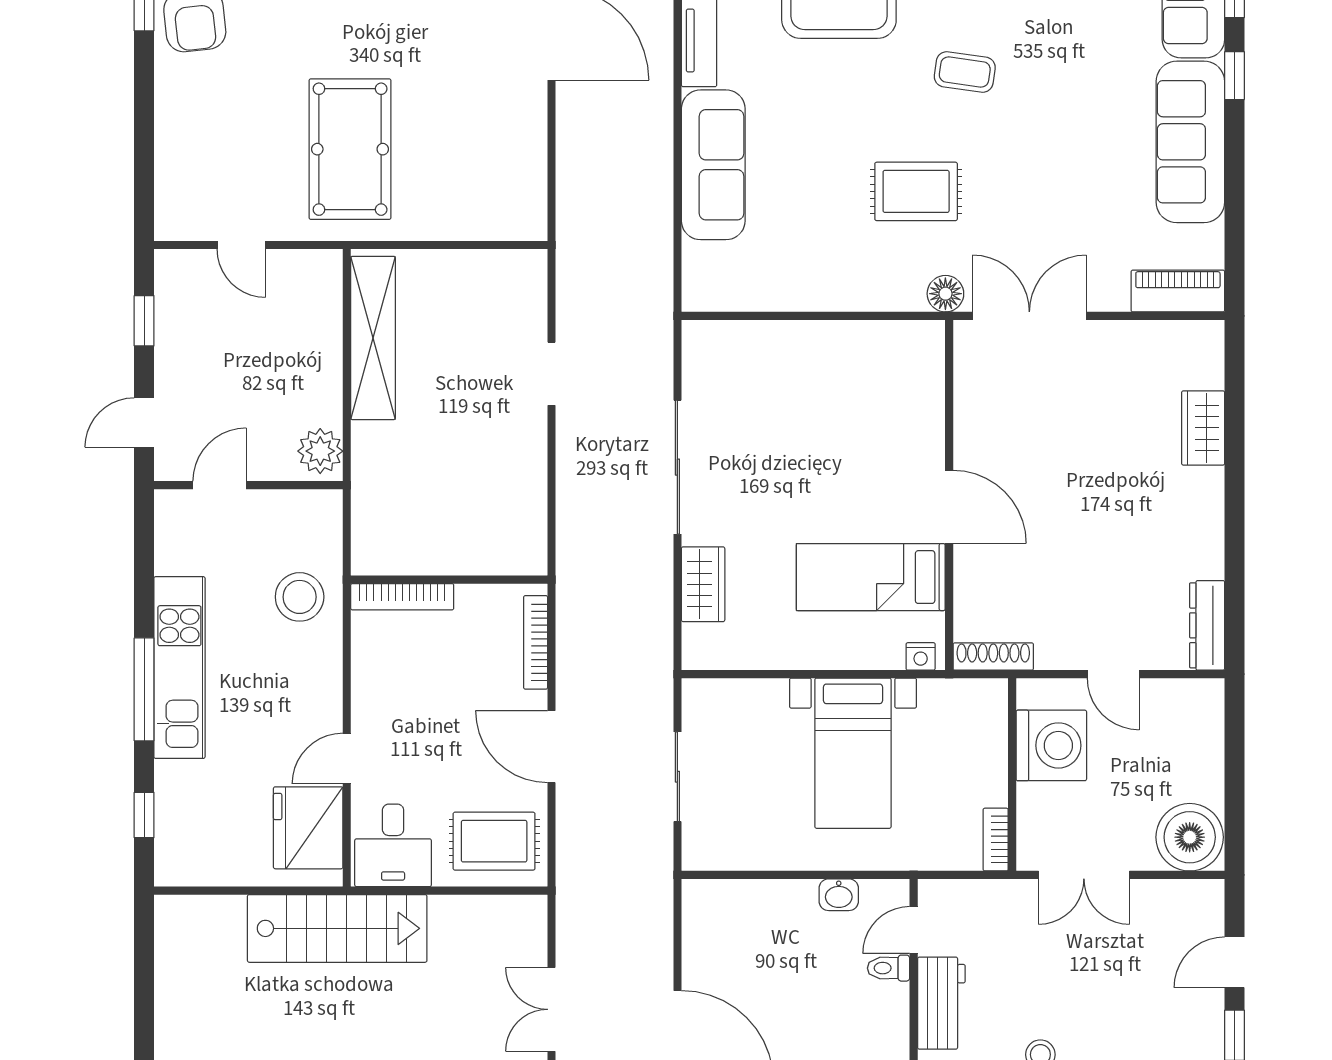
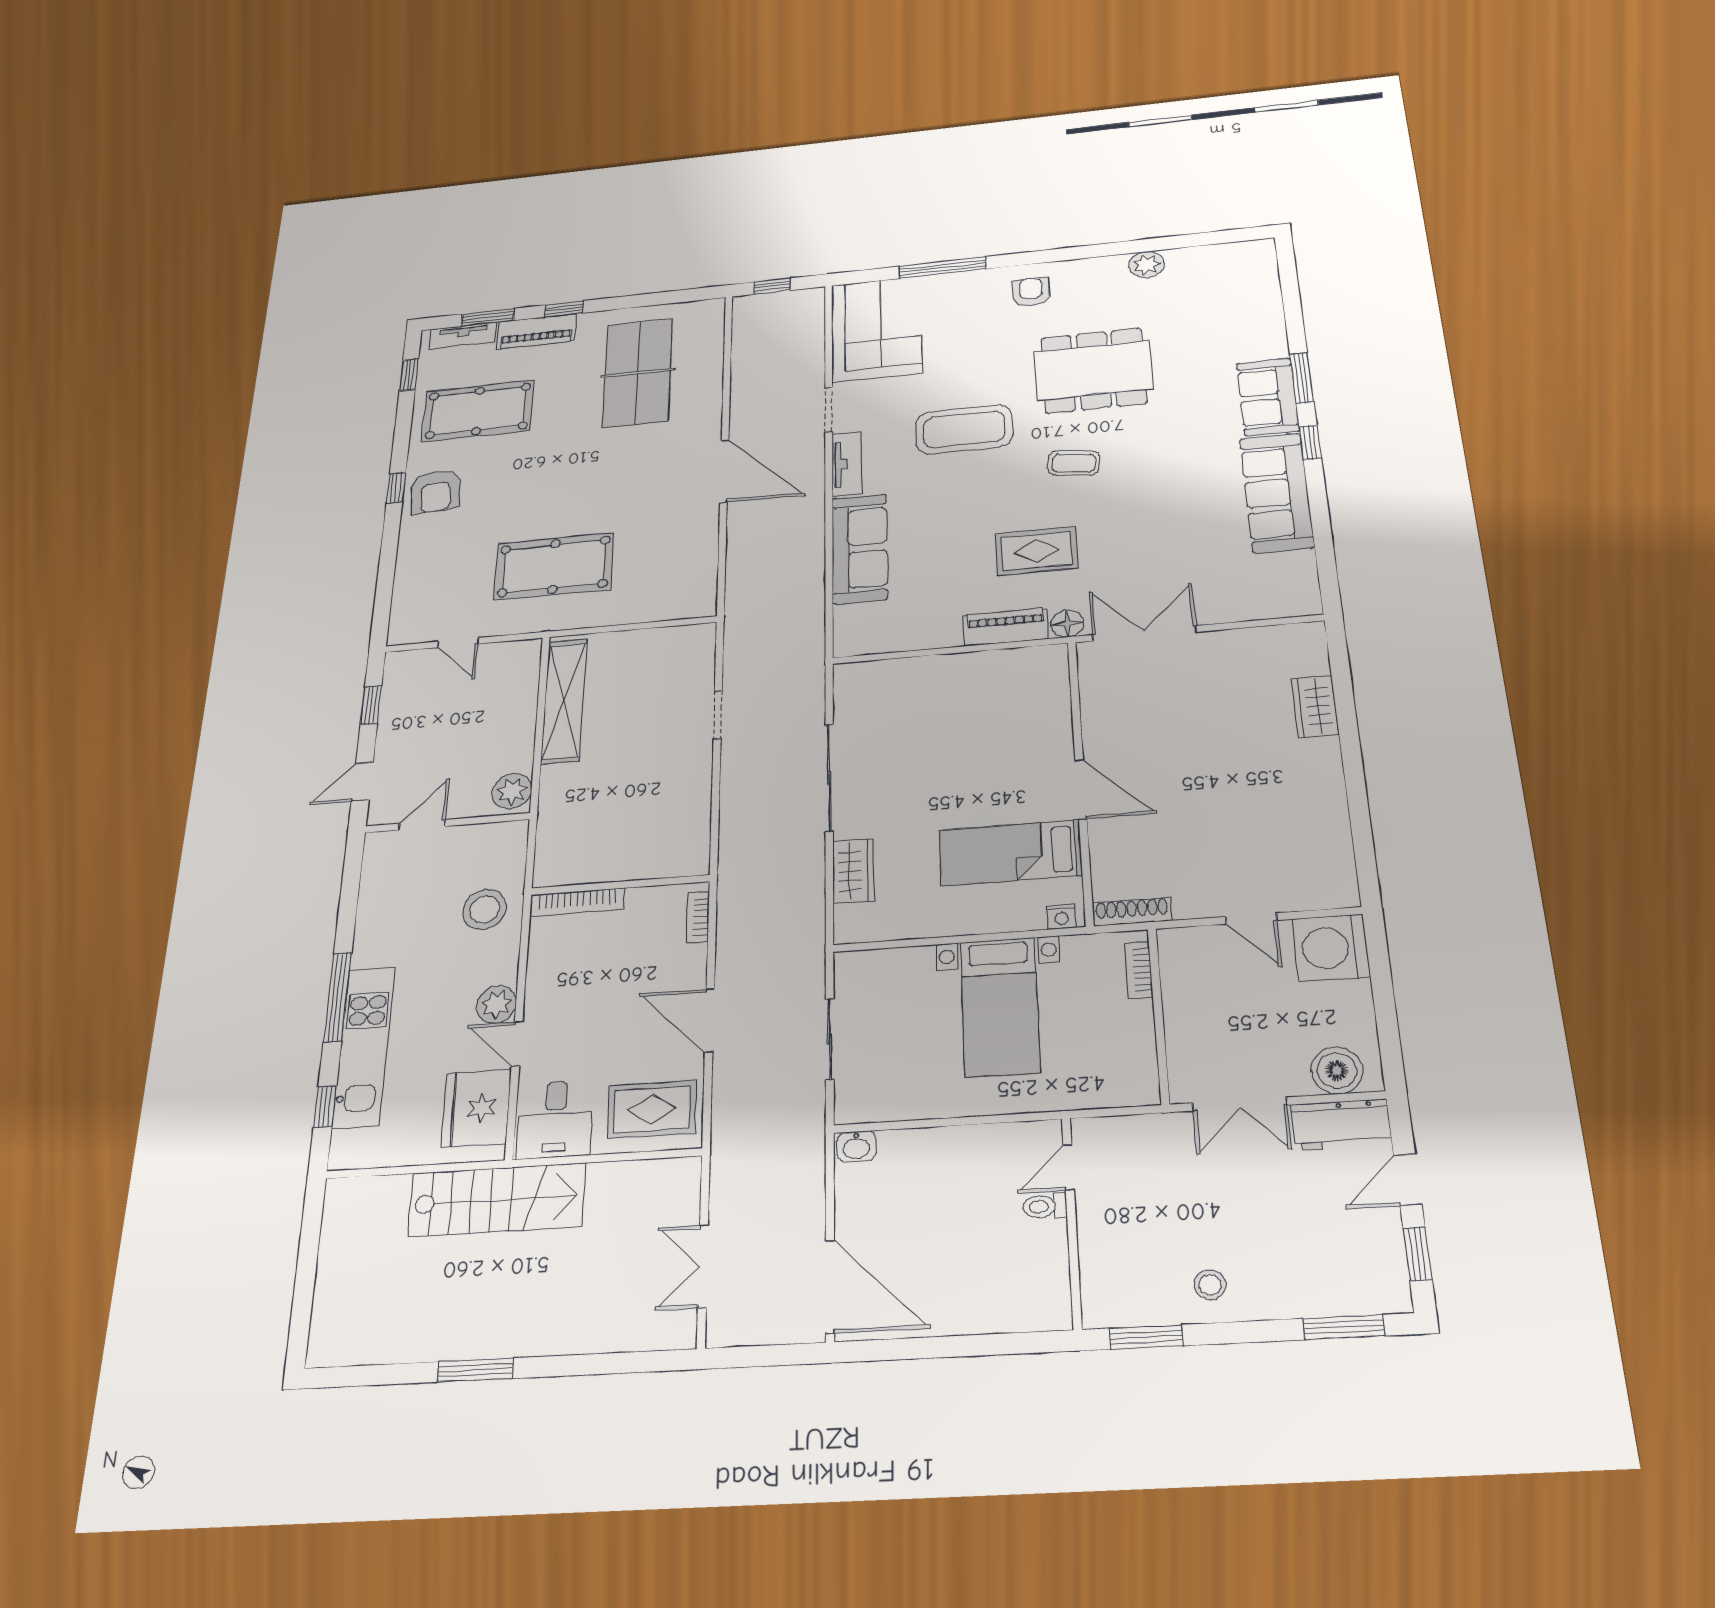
pool table: (350, 149) -> (554, 566), turned 90
piano: (1178, 291) -> (1006, 627), moved
dresser: (1207, 625) -> (1339, 869), removed
bookcase: (536, 642) -> (698, 917), width x0.64
kitchen unit: (179, 668) -> (364, 1047), moved
plant: (321, 711) -> (497, 1004), added
washing machine: (1051, 745) -> (1331, 948), moved, turned 180
door: (347, 758) -> (517, 1044), hinge flipped
boiler: (1190, 837) -> (1337, 1071), width x0.73, depth x0.73
bookcase: (996, 840) -> (1139, 970), moved
washbasin: (839, 895) -> (856, 1146), moved
workbench: (941, 1003) -> (1341, 1125), moved, turned 90

